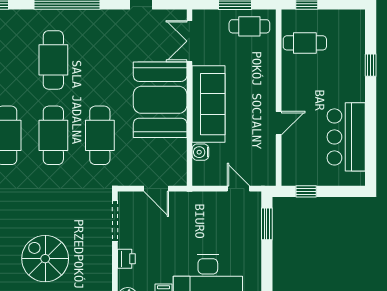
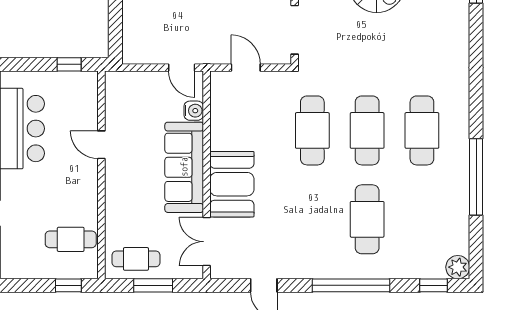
double door: (189, 41) -> (207, 242), swing flipped
booth: (160, 100) -> (232, 184), width x0.73, depth x0.70
door: (279, 123) -> (101, 145), hinge flipped
door: (238, 189) -> (182, 68), moved
window: (267, 224) -> (115, 26), removed

